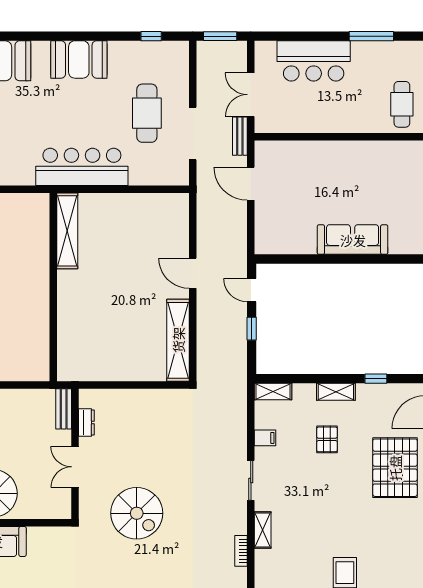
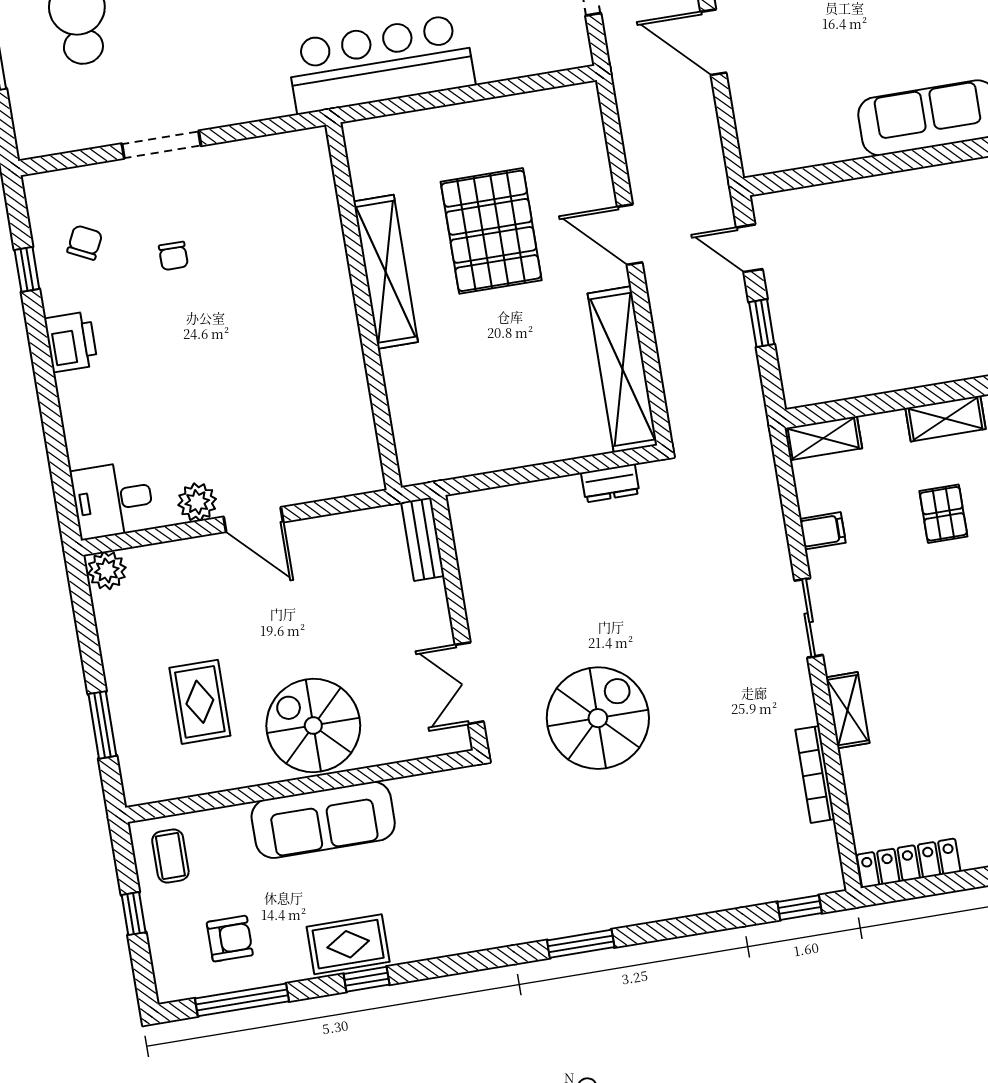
shelving: (67, 231) -> (386, 272), moved
pallet: (124, 260) -> (491, 231), added
dresser: (86, 422) -> (610, 483), moved, turned 90
double door: (75, 467) -> (469, 683), moved
spiral stairs: (137, 513) -> (598, 718), turned -90
bookcase: (241, 551) -> (815, 774), width x1.56

